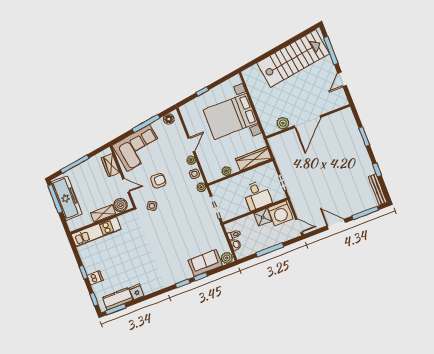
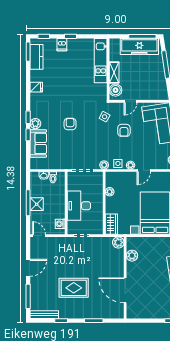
door: (342, 79) -> (150, 321), removed
door: (307, 122) -> (125, 290), moved
plant: (275, 142) -> (118, 242), added
door: (191, 145) -> (144, 170), hinge flipped
wardrobe: (254, 159) -> (111, 224), width x0.67
wardrobe: (110, 165) -> (153, 95), removed
rug: (339, 170) -> (74, 288), added
desk: (257, 195) -> (79, 206), width x1.37
washing machine: (280, 213) -> (60, 224), width x0.53, depth x0.53
shower: (263, 217) -> (37, 204), moved
door: (299, 226) -> (39, 236), swing flipped
armchair: (173, 238) -> (70, 124), added
plant: (227, 258) -> (35, 124), moved
fridge: (137, 292) -> (36, 87), moved

